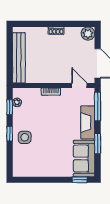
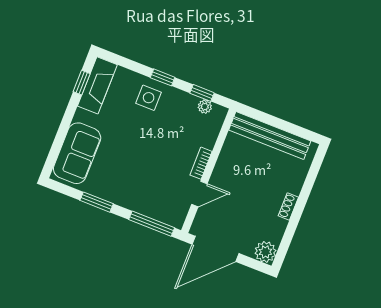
door: (79, 85) -> (199, 194), moved
fireplace: (88, 122) -> (97, 85), moved, turned 90
sofa: (84, 158) -> (77, 153), moved, turned 90
window: (80, 180) -> (82, 83), moved

